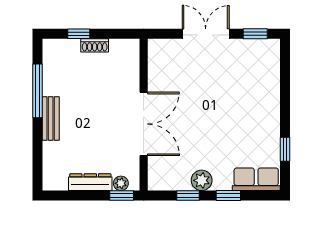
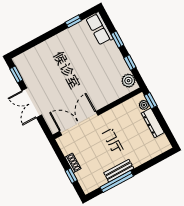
bench: (51, 119) -> (119, 171), moved
double door: (144, 124) -> (79, 123), moved
plant: (202, 180) -> (128, 81), moved

